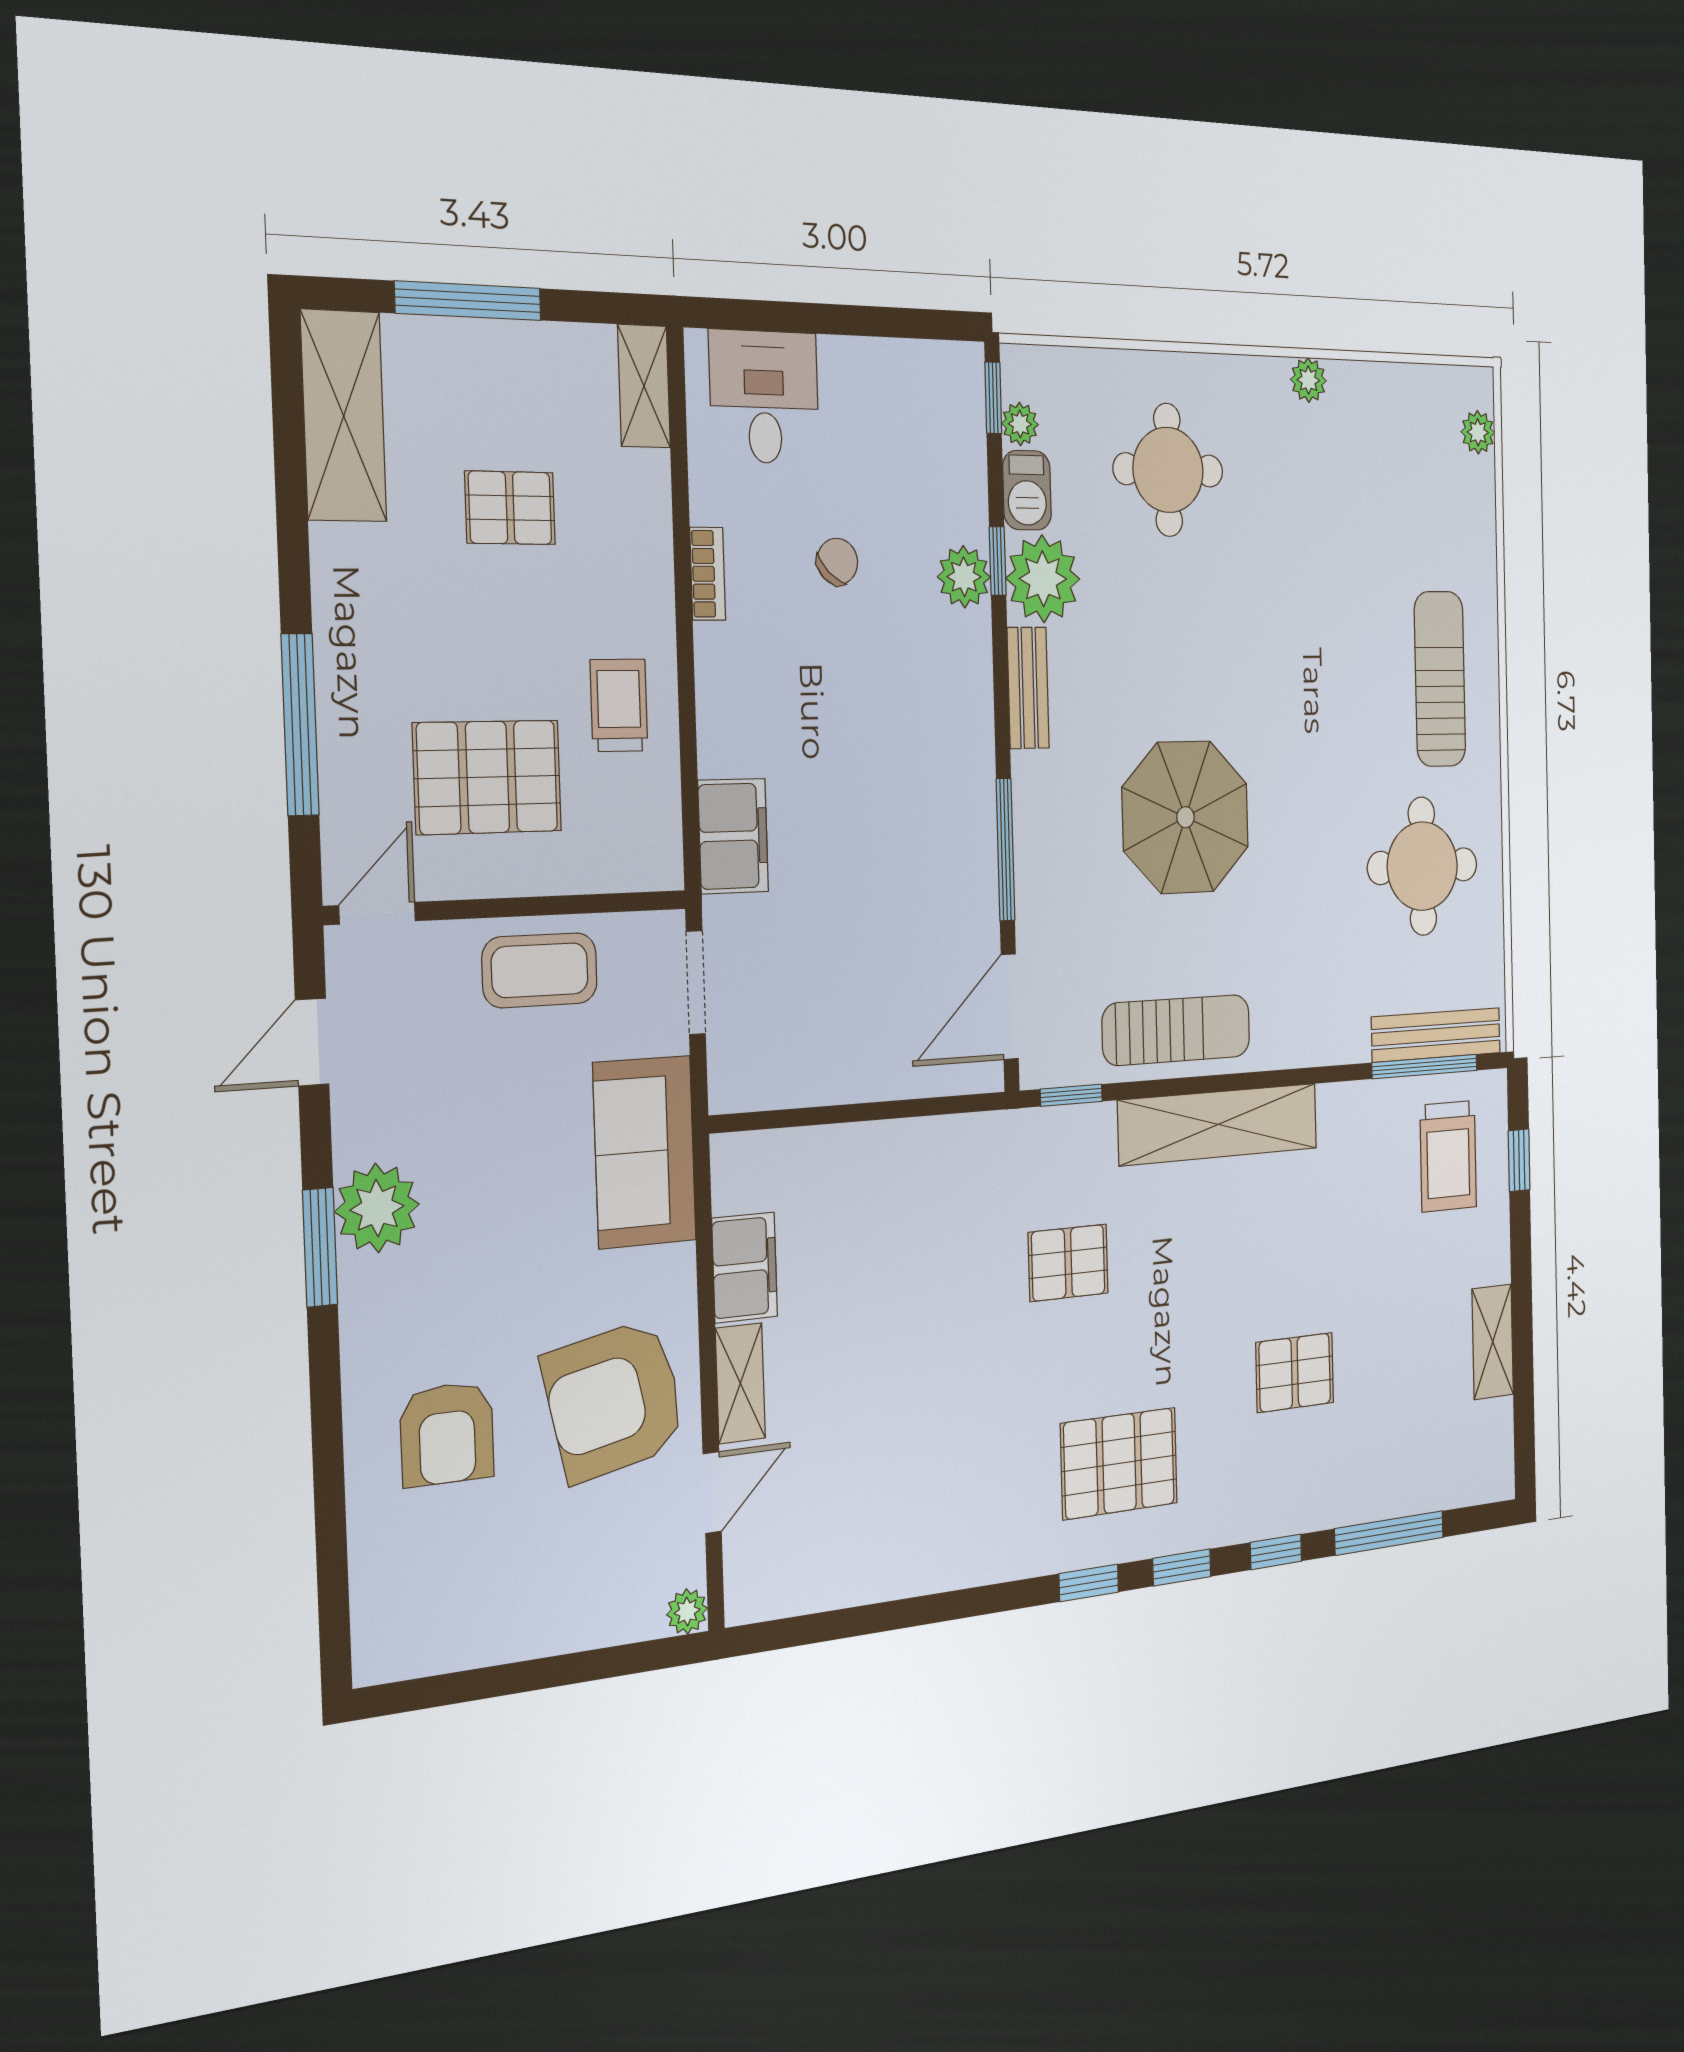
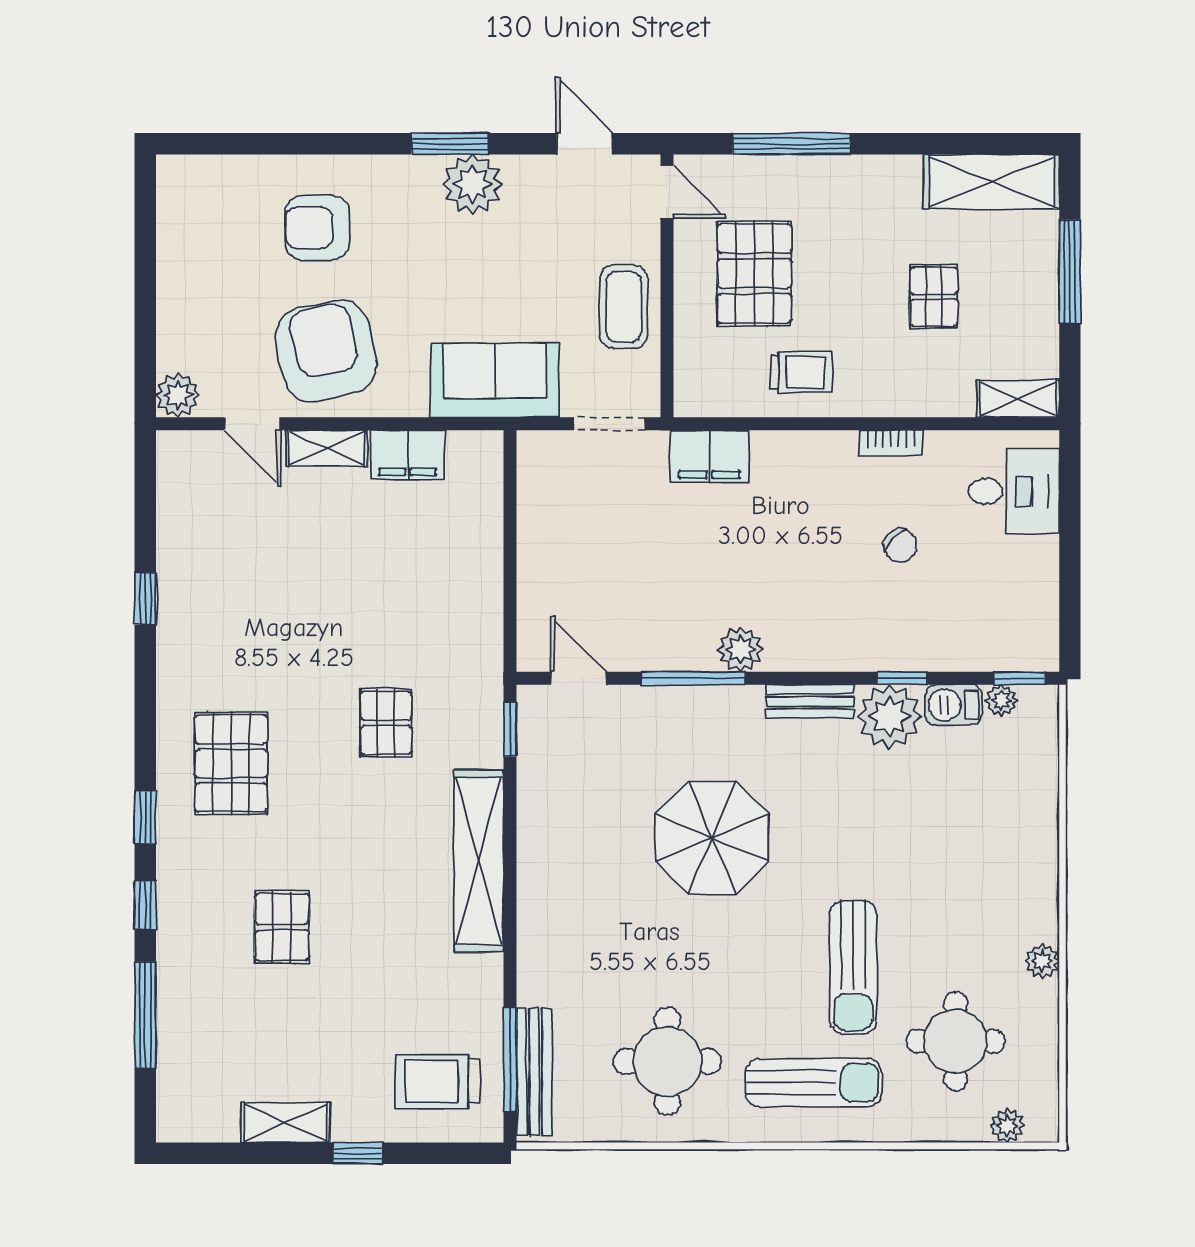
round table: (1168, 470) -> (955, 1041), moved
plant: (964, 577) -> (740, 649), moved
door: (1010, 1007) -> (578, 678), width x0.73
sun lounger: (1177, 1030) -> (853, 967), moved
window: (1519, 1160) -> (357, 1153), moved
window: (1089, 1583) -> (145, 599), moved
plant: (687, 1611) -> (178, 395), width x1.38, depth x1.38

